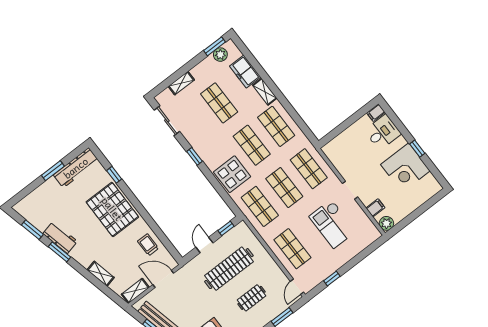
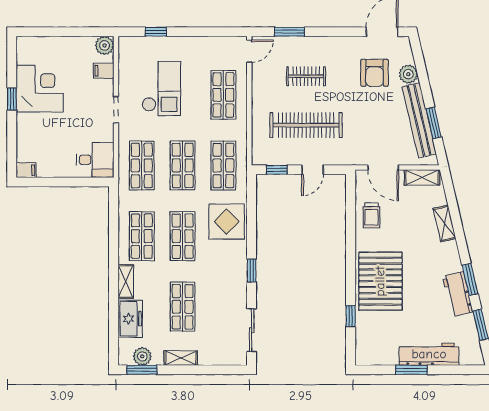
shelving: (181, 83) -> (181, 358), moved
desk: (383, 132) -> (95, 160), moved, turned 180
workbench: (76, 168) -> (429, 354), moved
window: (332, 278) -> (156, 32), moved

